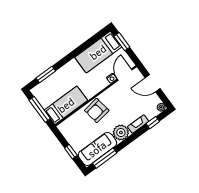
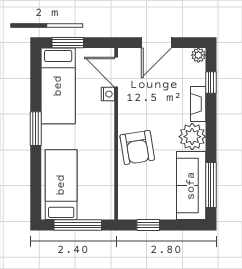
window: (46, 75) -> (36, 129), moved
bed: (66, 105) -> (61, 185), moved
window: (71, 152) -> (148, 225), moved

